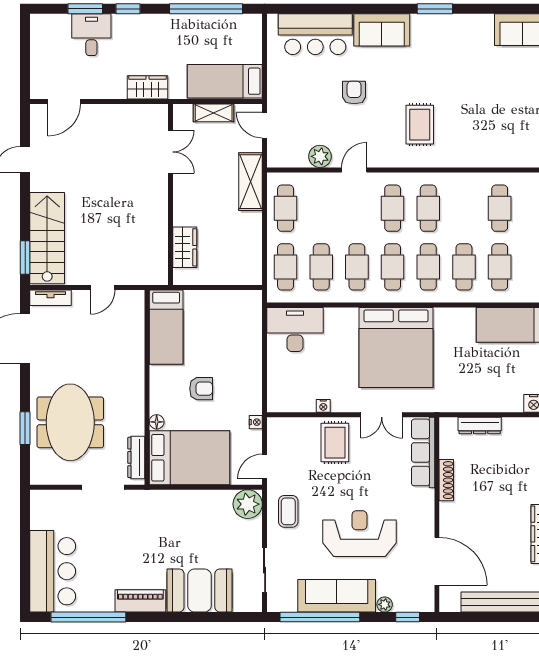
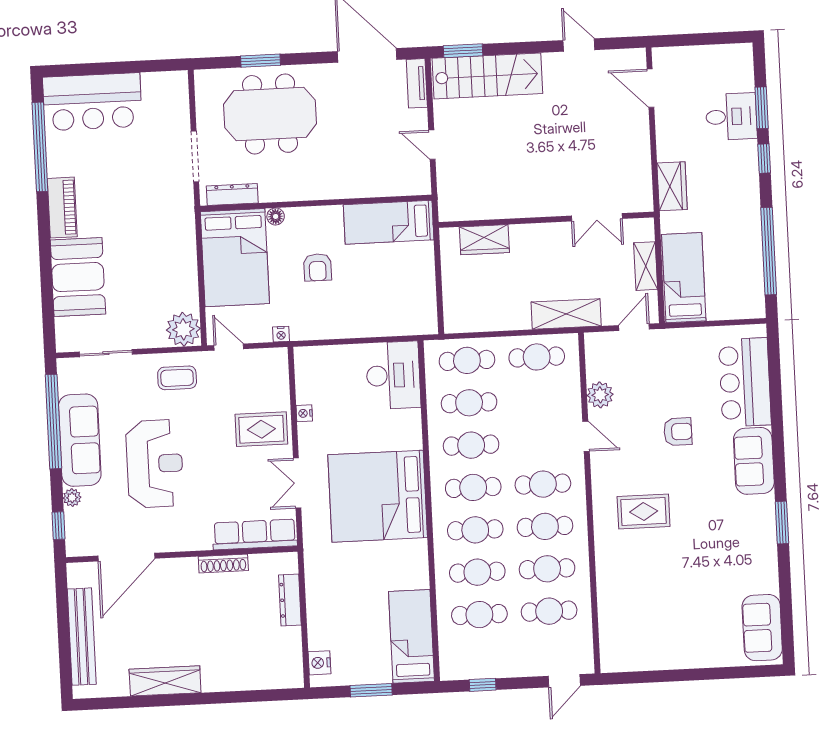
cafe table: (464, 208) -> (547, 569), added

